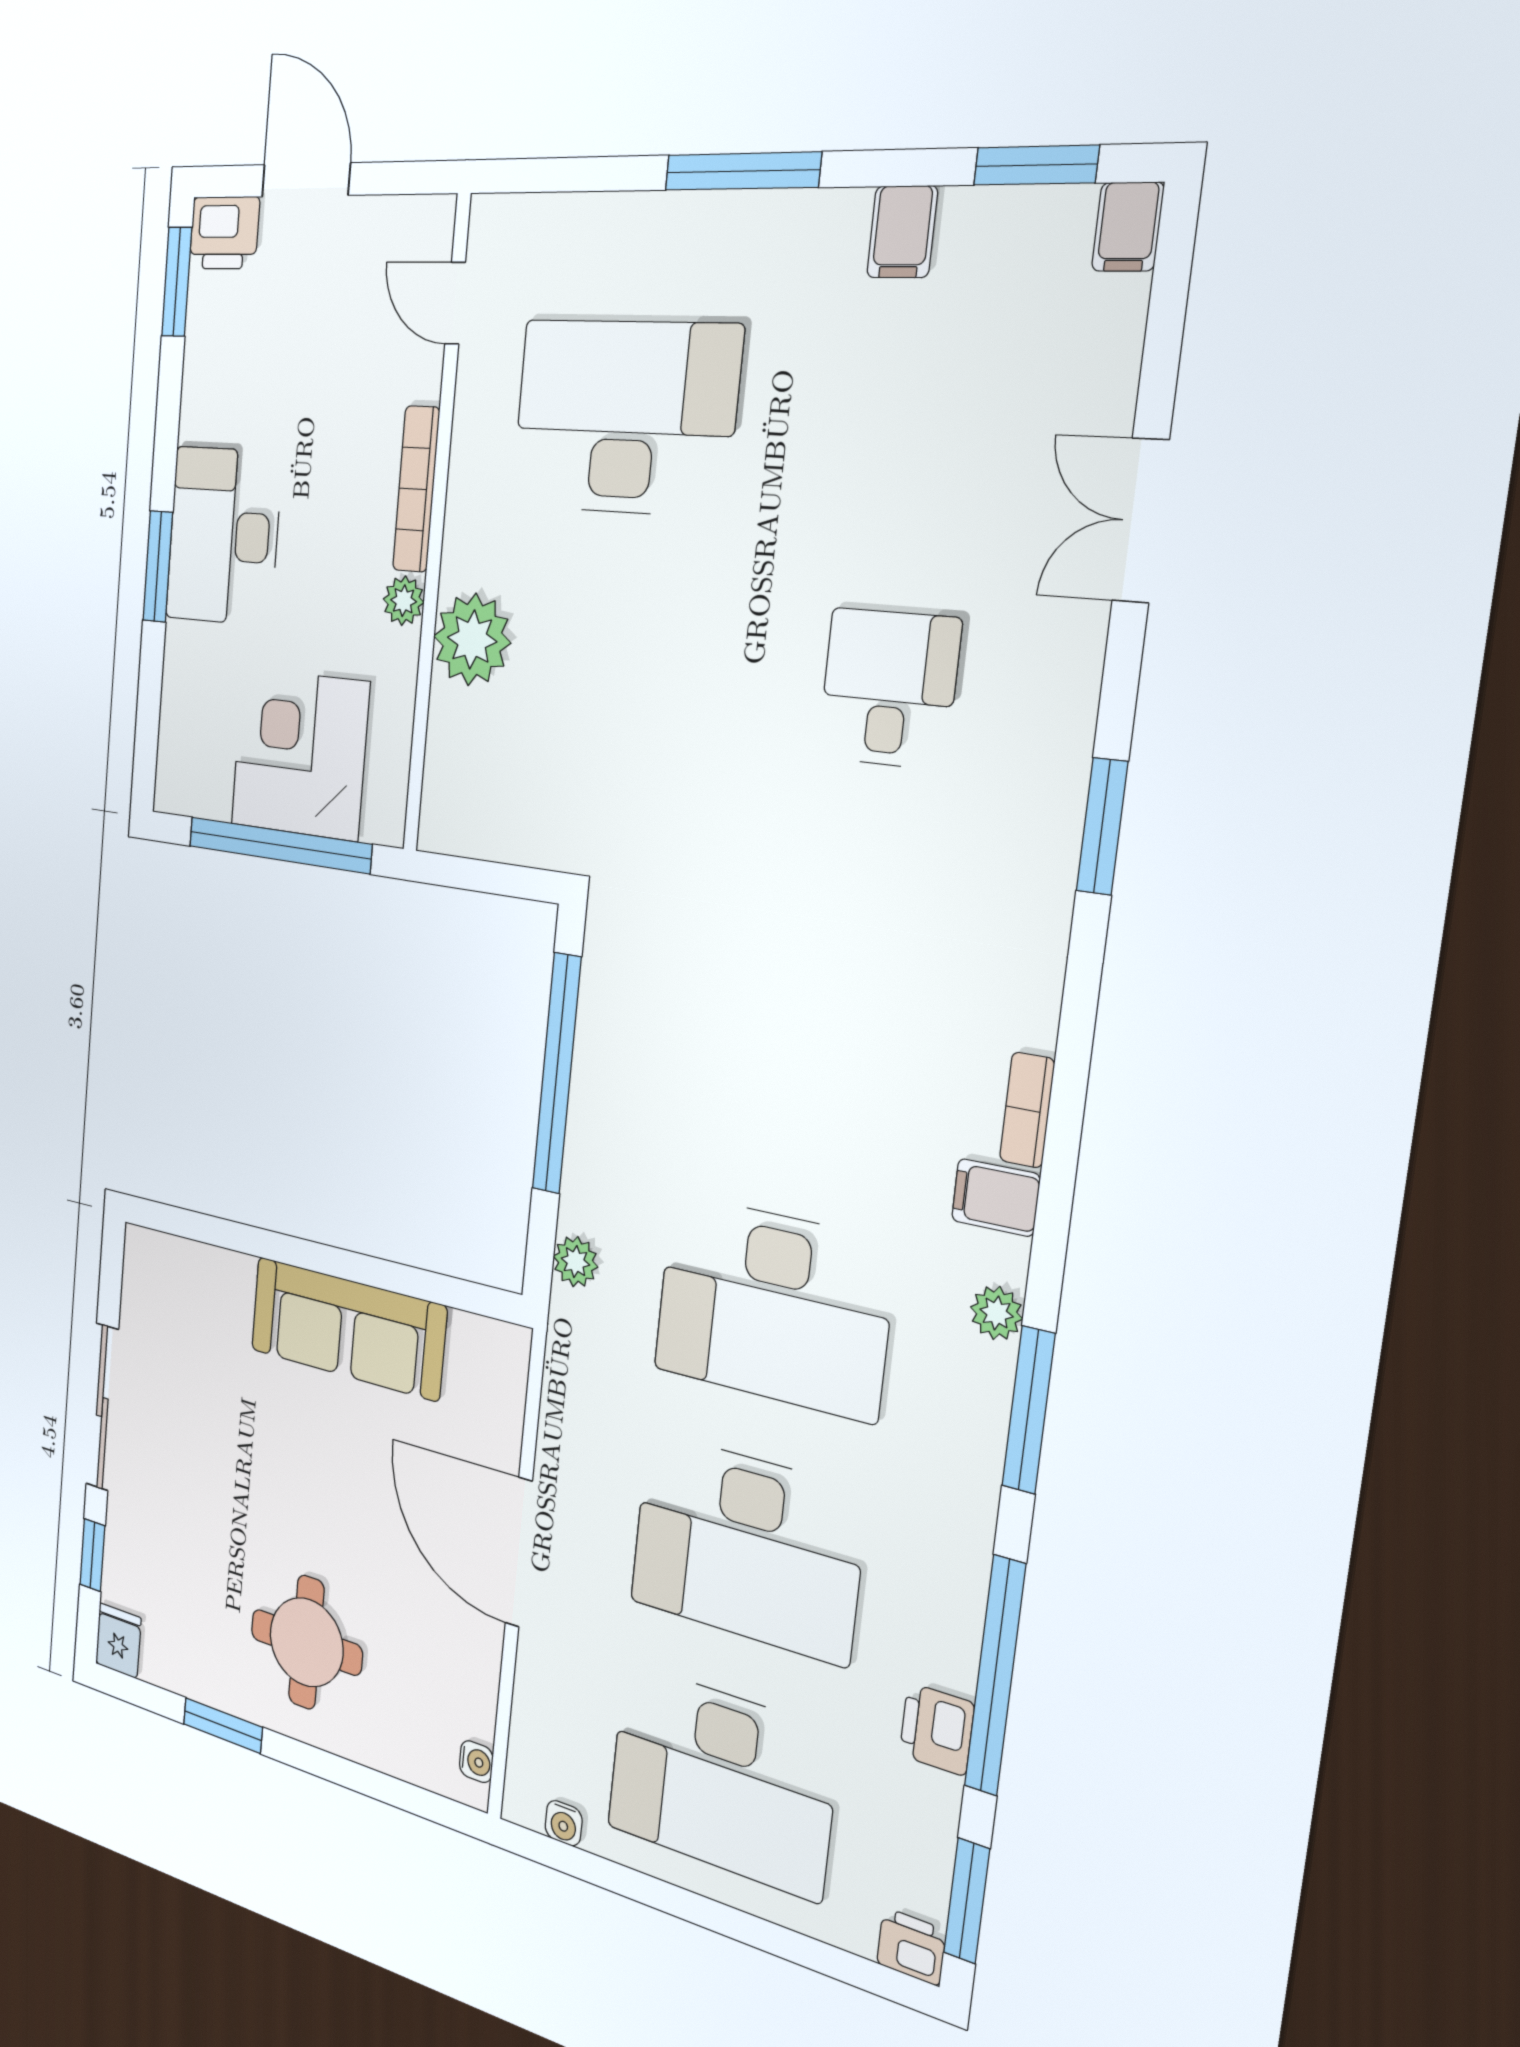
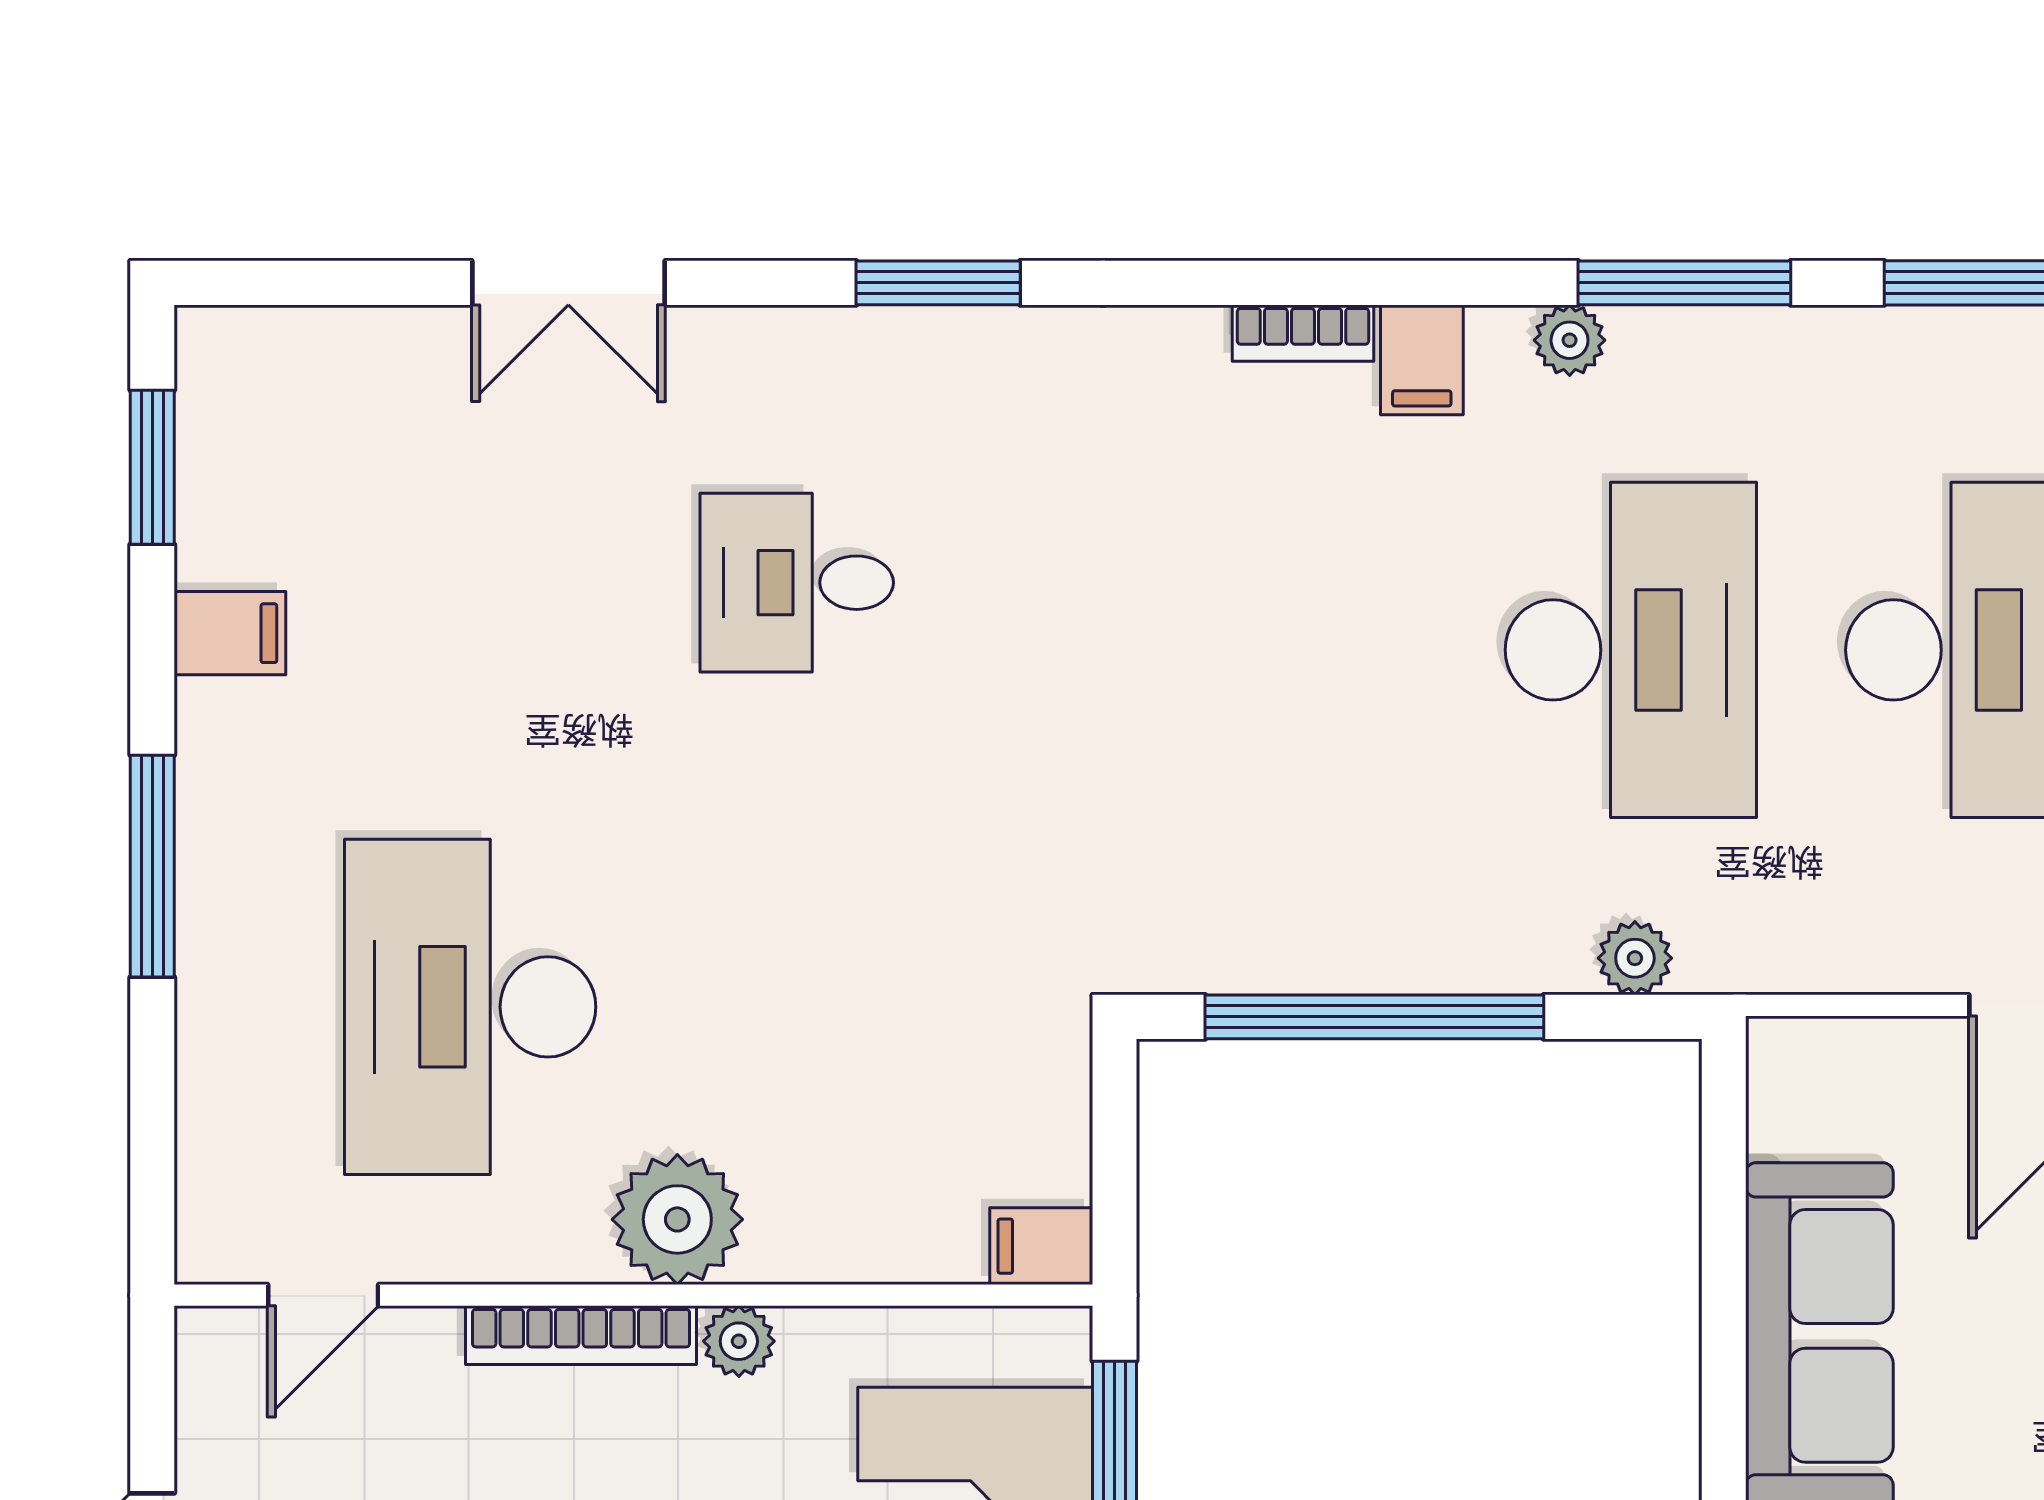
filing cabinet: (1128, 227) -> (1041, 1246), moved, turned 180
plant: (472, 639) -> (677, 1219), moved

